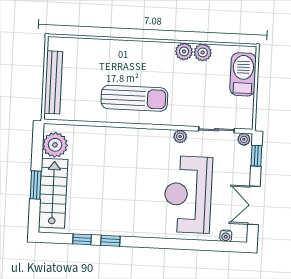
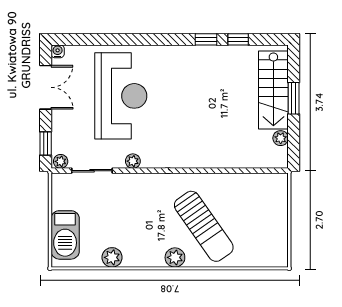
plant: (184, 51) -> (175, 257), moved
bench: (53, 82) -> (279, 215), removed
sun lounger: (134, 98) -> (204, 226), moved, turned -125
plant: (55, 145) -> (281, 138), width x0.53, depth x0.53
water cooler: (226, 236) -> (58, 51), moved

